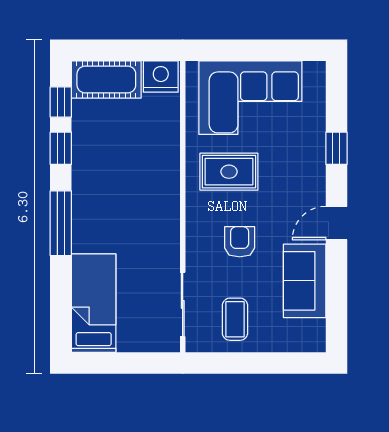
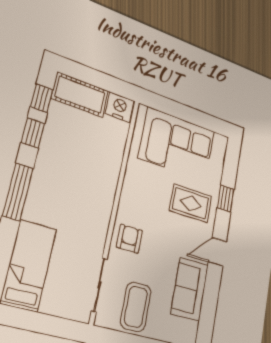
rug: (229, 172) -> (191, 203), moved
armchair: (240, 242) -> (129, 239), moved
coffee table: (235, 319) -> (136, 307), width x1.36, depth x1.30

